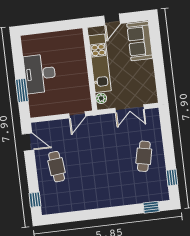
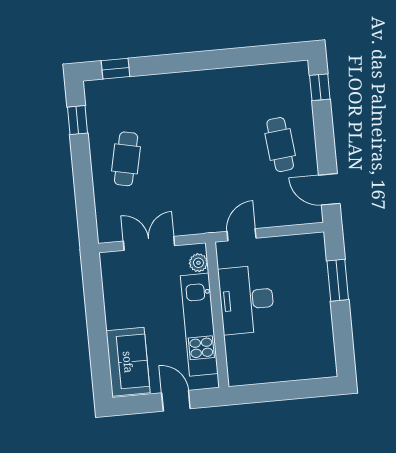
door: (112, 20) -> (176, 401), hinge flipped
desk: (40, 74) -> (246, 300), moved, turned 180

